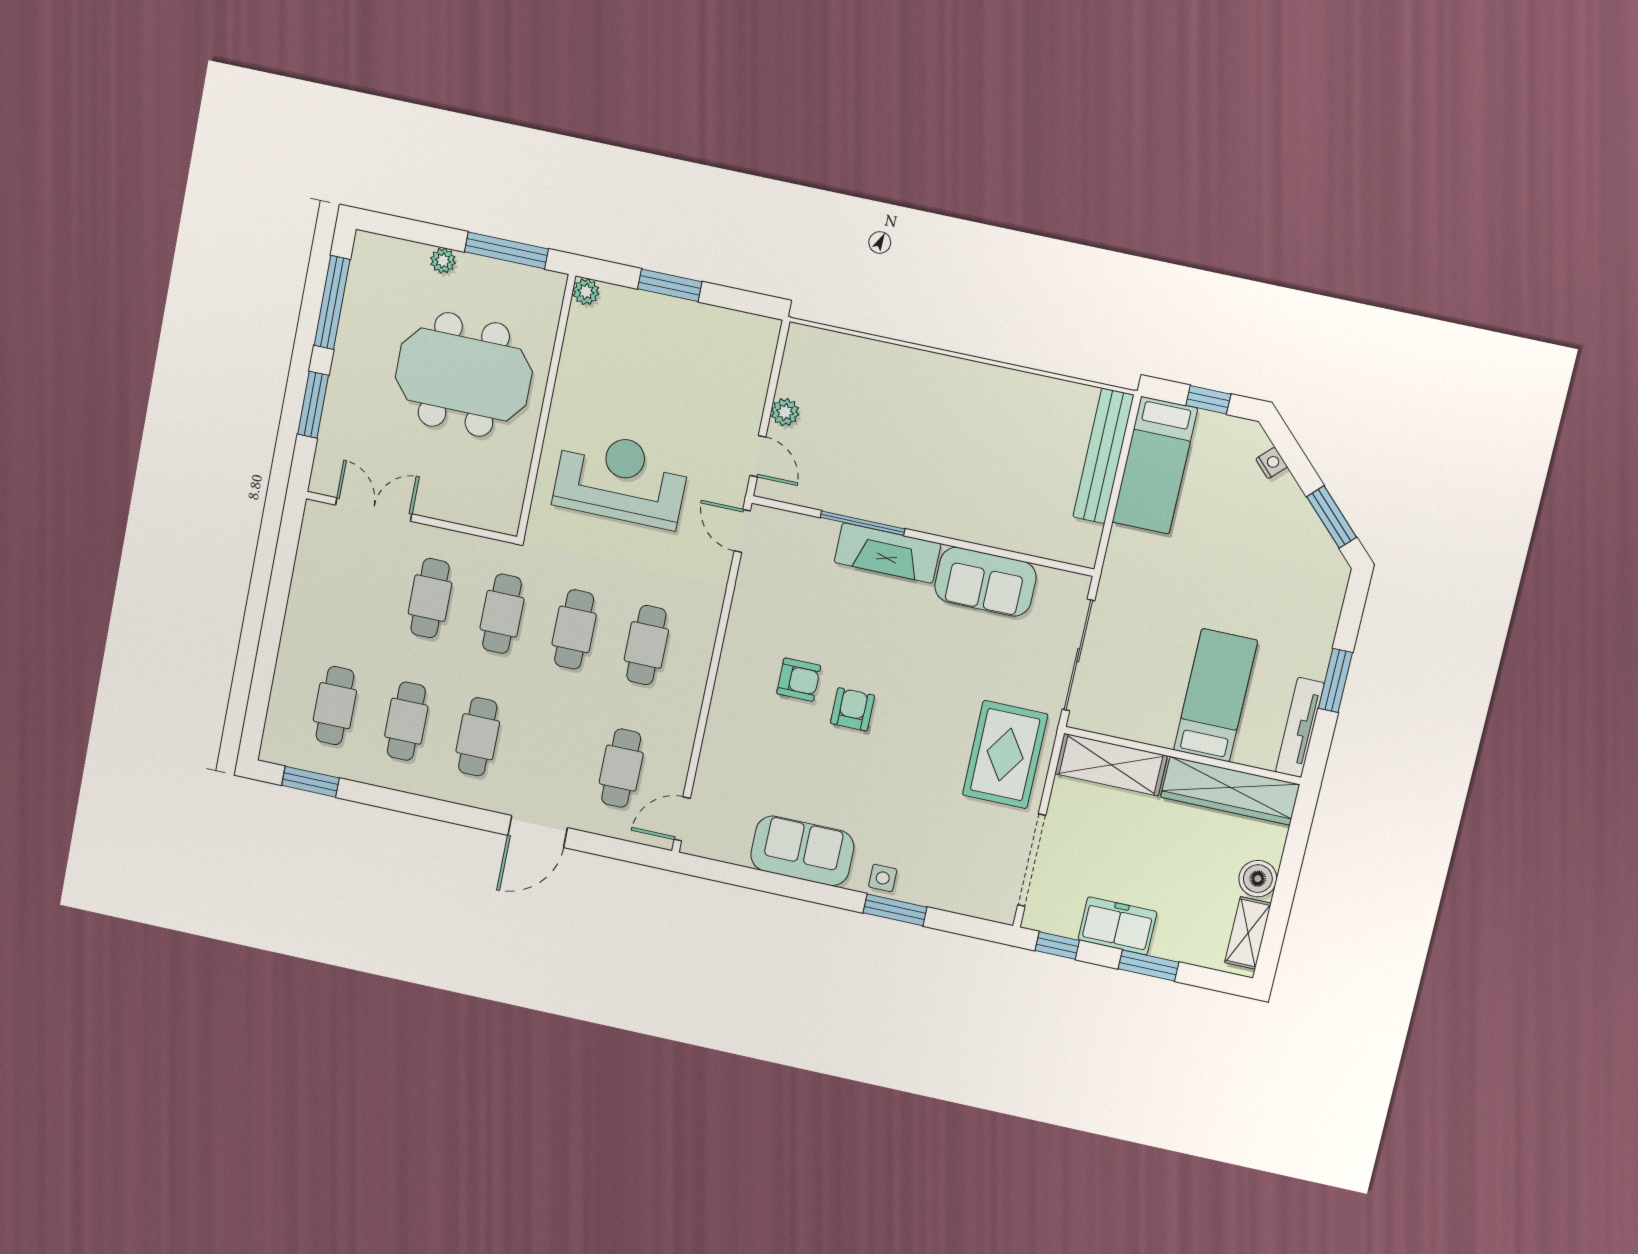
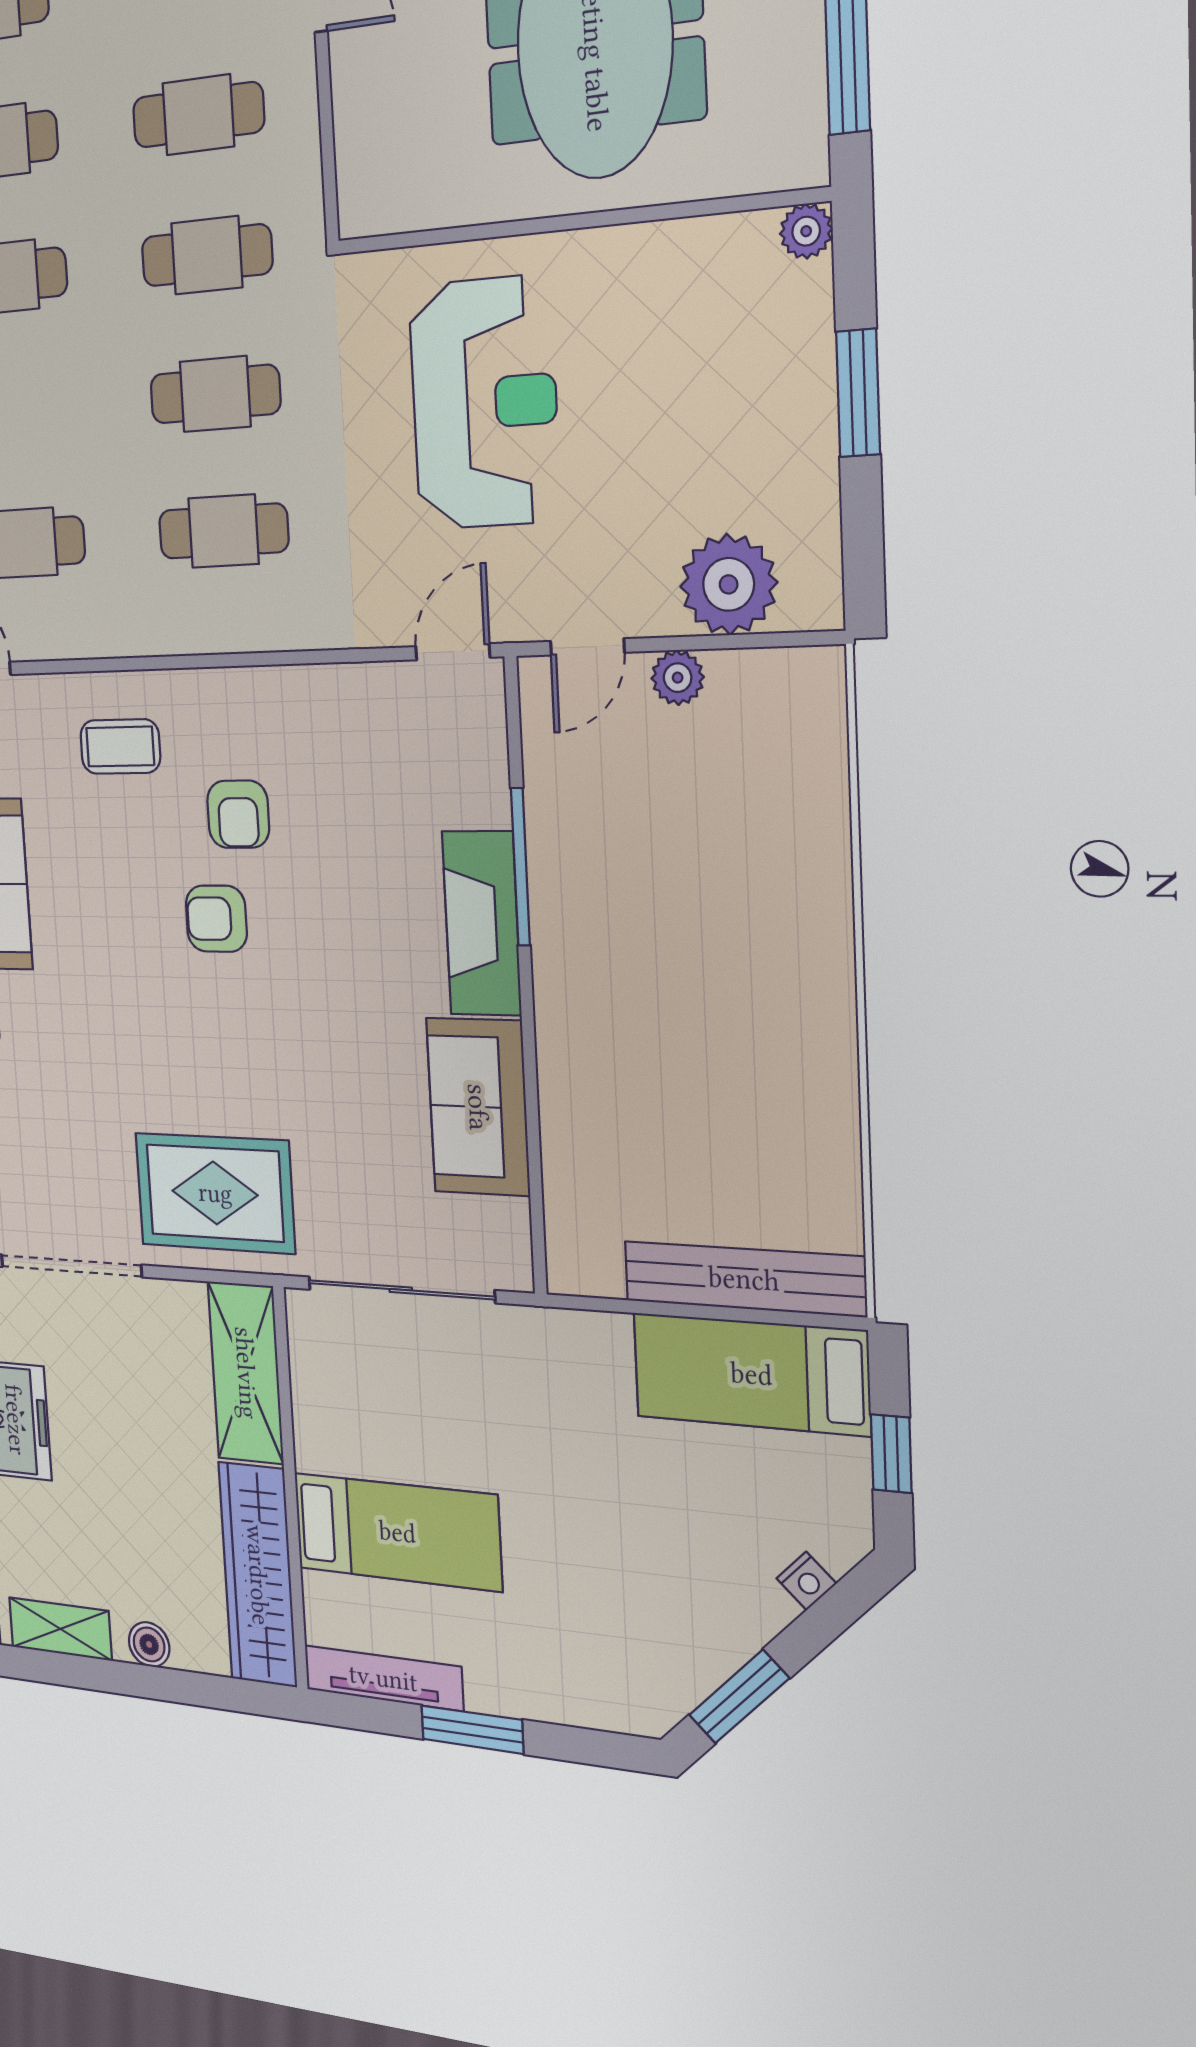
plant: (745, 374) -> (729, 584), added
armchair: (852, 709) -> (216, 919), turned 180
coffee table: (746, 741) -> (120, 747), added
boiler: (1258, 879) -> (149, 1644), width x0.73, depth x0.73

